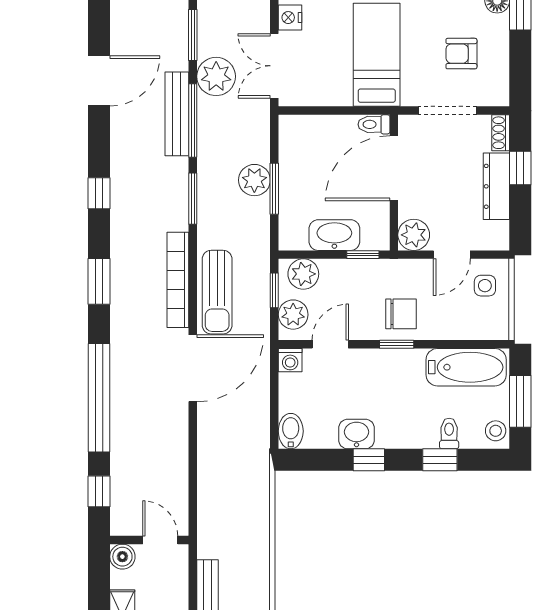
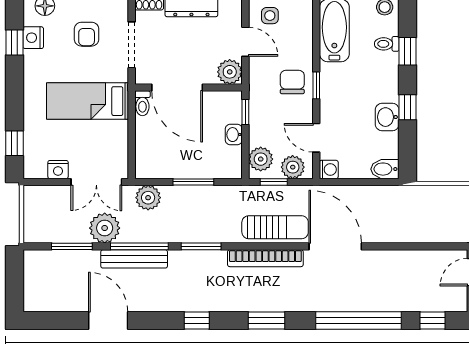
plant: (254, 180) -> (148, 198), moved
washbasin: (334, 235) -> (234, 135), width x0.52, depth x0.69

